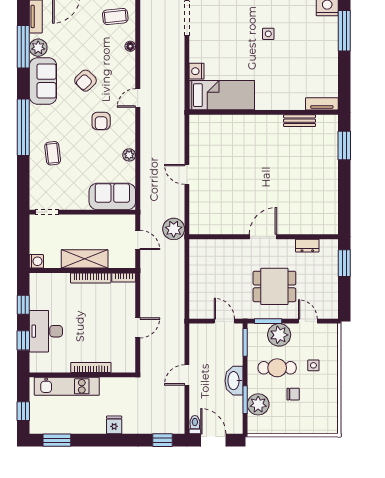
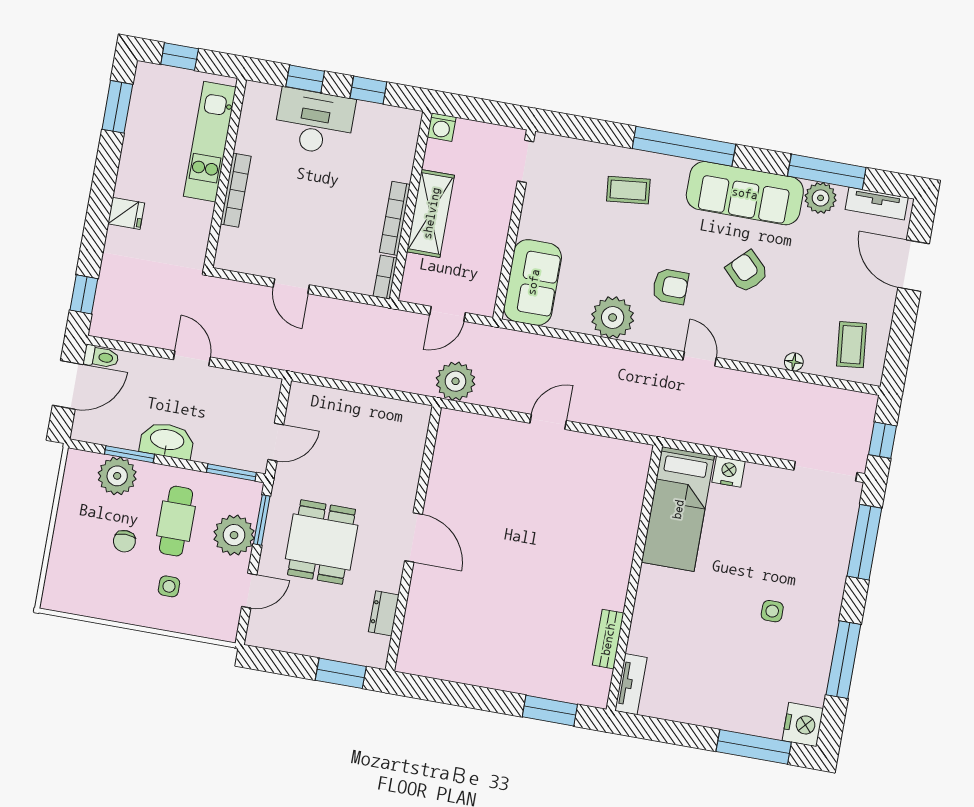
sofa: (43, 81) -> (745, 193), width x1.36
armchair: (101, 121) -> (670, 286), turned 180
plant: (129, 155) -> (613, 317), width x1.87, depth x1.87

